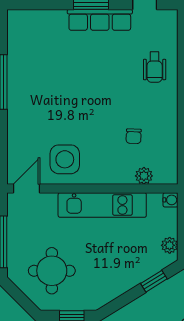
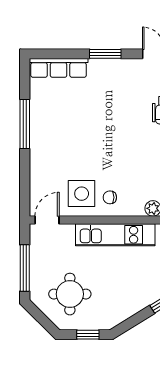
row of seats: (100, 20) -> (59, 68), moved
chair: (134, 136) -> (110, 197), moved, turned 88

